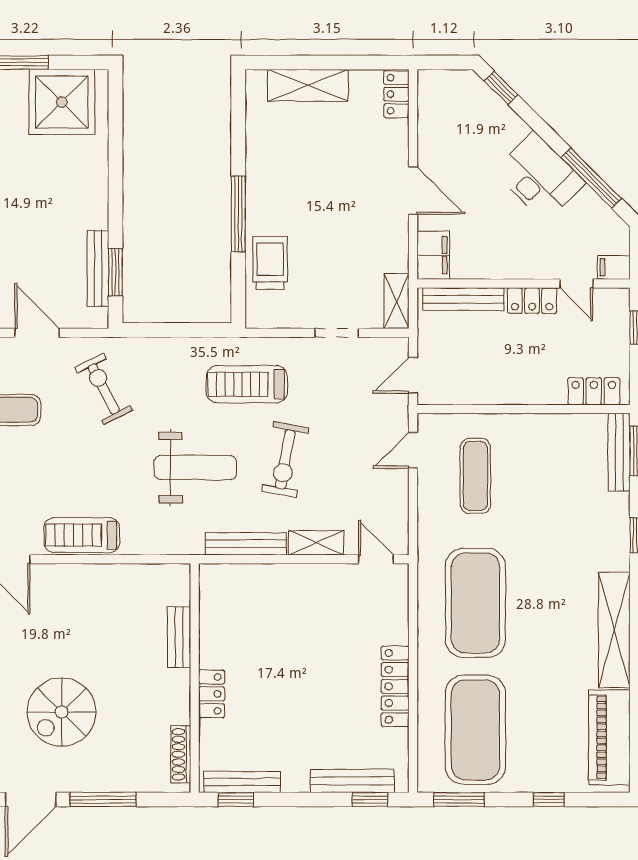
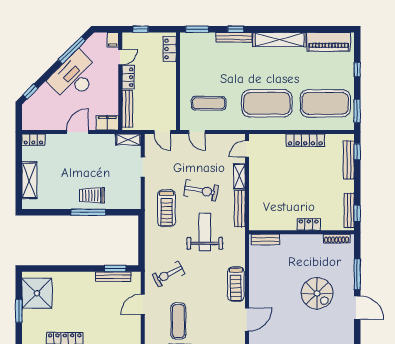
desk: (539, 177) -> (74, 77), width x1.36, depth x1.30
trolley: (270, 263) -> (92, 195), moved
bench: (619, 452) -> (234, 37), moved
bench: (179, 637) -> (266, 239), moved

